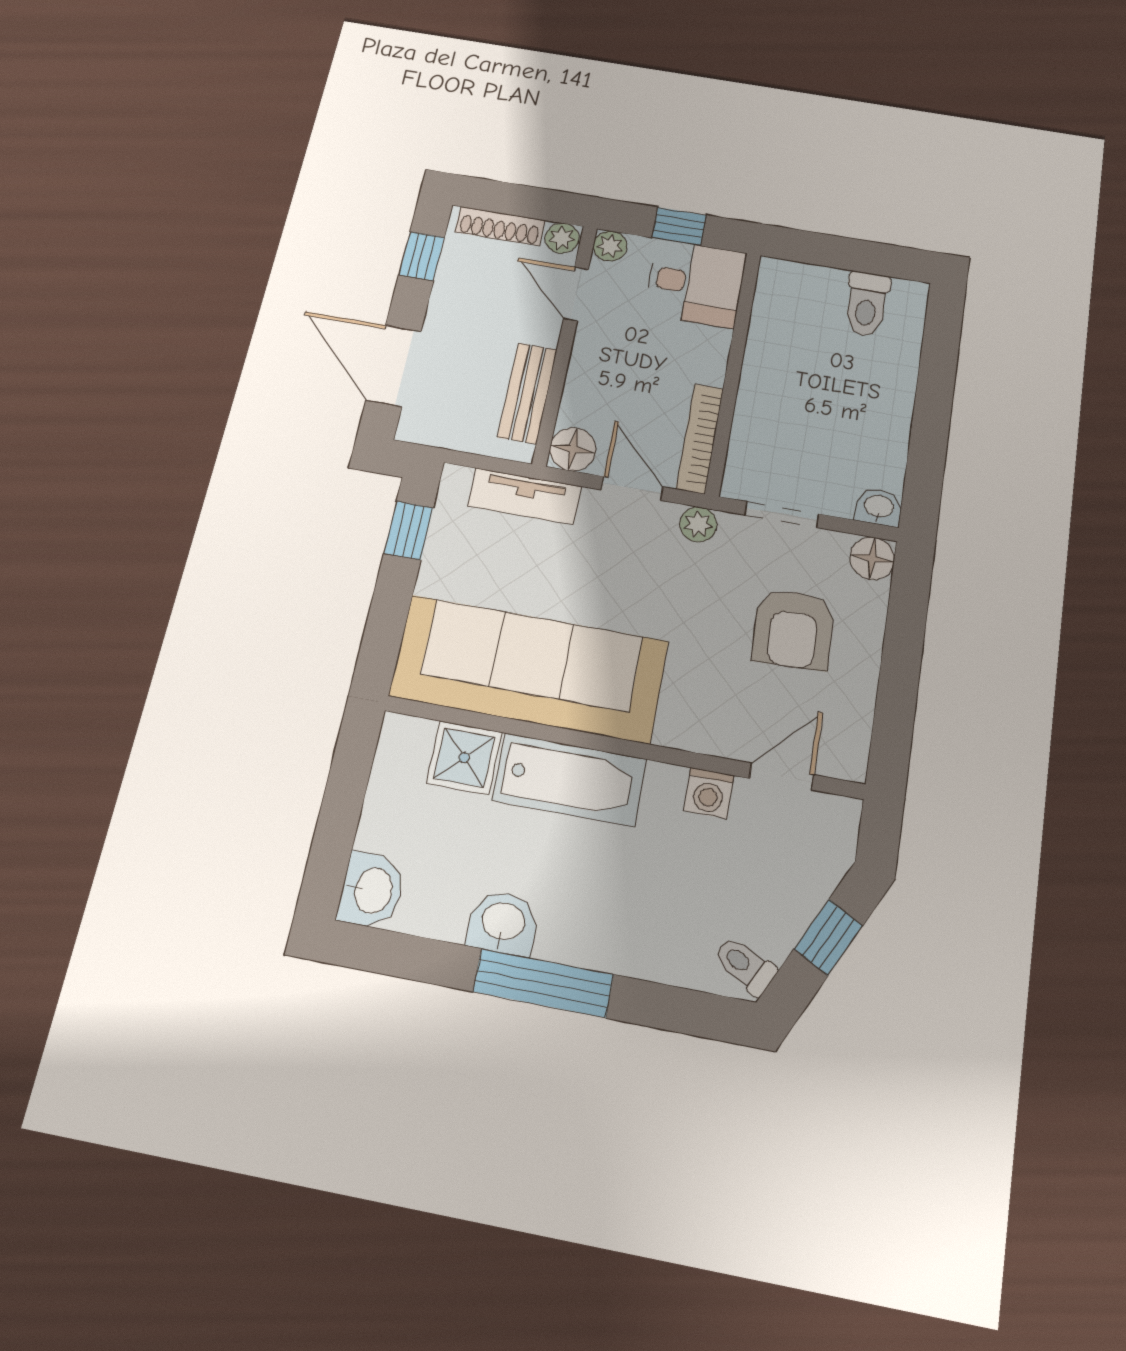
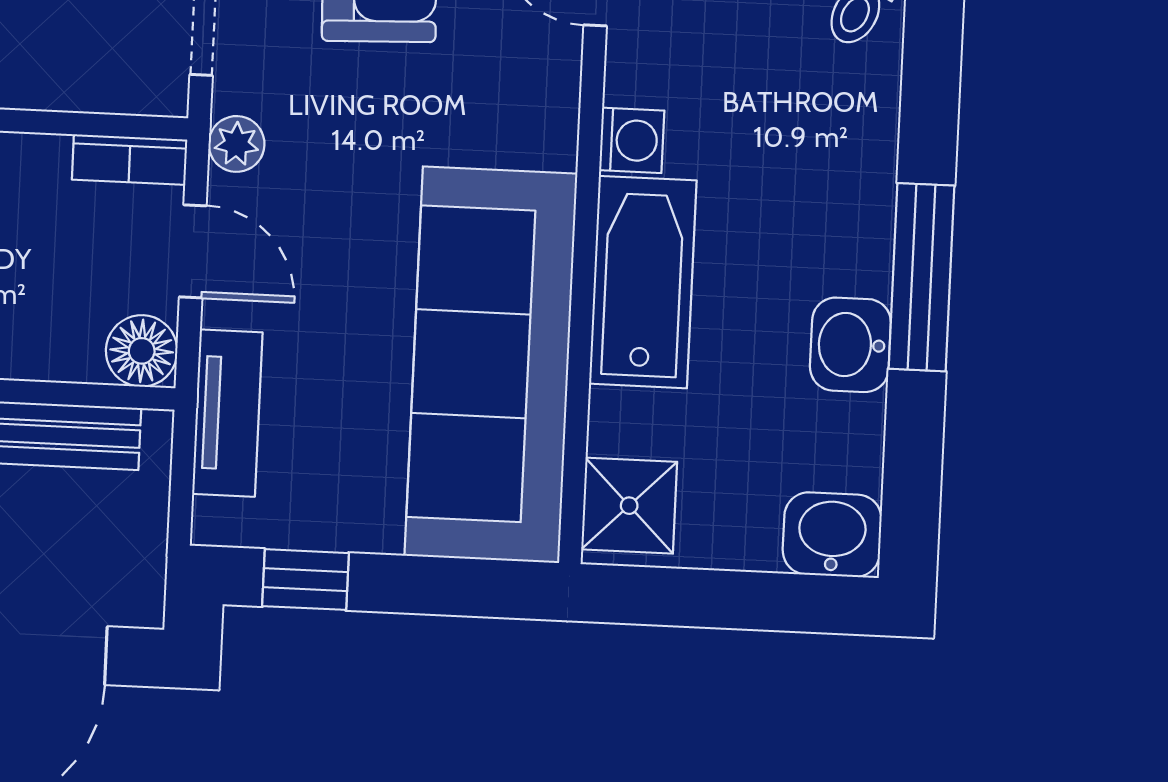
bookcase: (700, 439) -> (130, 160), width x0.64
door: (632, 488) -> (193, 251), swing flipped
shower: (464, 758) -> (629, 506), moved
washing machine: (709, 793) -> (632, 140), moved

